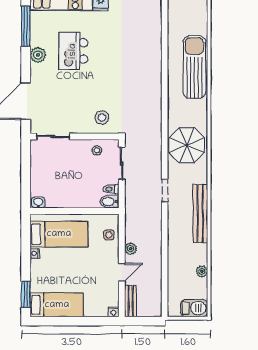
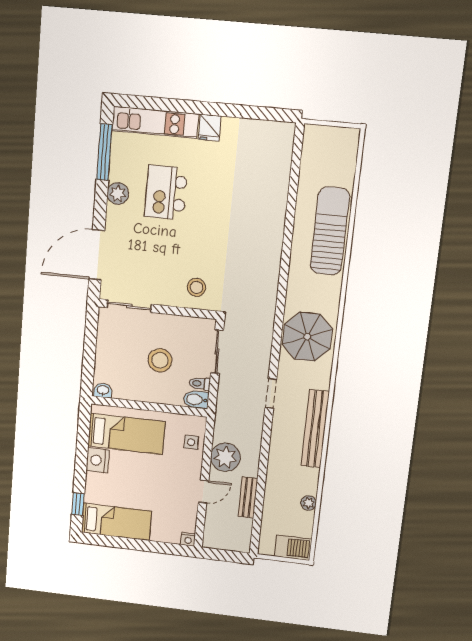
stool: (97, 150) -> (160, 360), moved, width x1.89, depth x1.89
plant: (130, 249) -> (225, 457), width x1.87, depth x1.87
nightstand: (35, 253) -> (98, 460), width x1.89, depth x1.79
window: (26, 294) -> (78, 504), width x0.67
bench: (131, 301) -> (248, 497), moved

